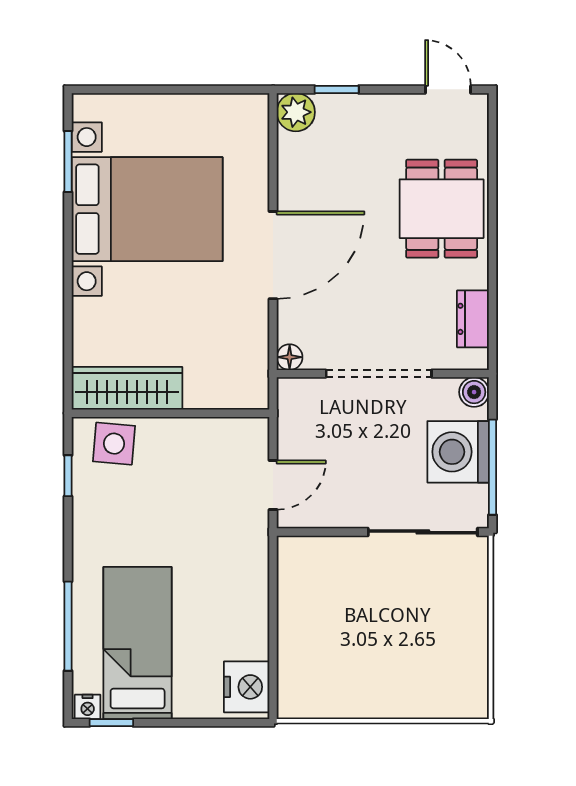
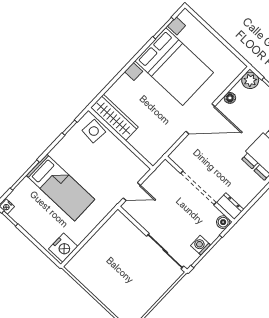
dresser: (473, 319) -> (230, 206), moved, turned 90
floor lamp: (290, 357) -> (230, 98), moved
washing machine: (458, 452) -> (201, 245), width x0.53, depth x0.53
bed: (138, 643) -> (61, 188), moved, turned 90

